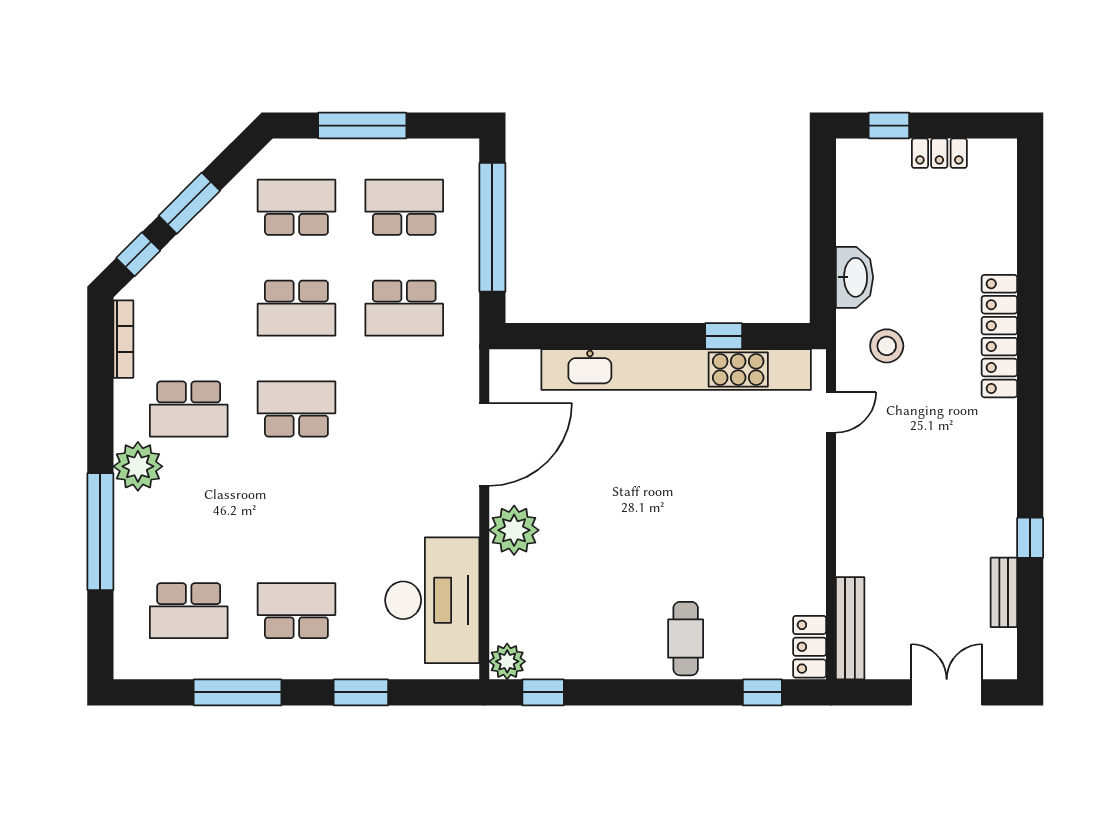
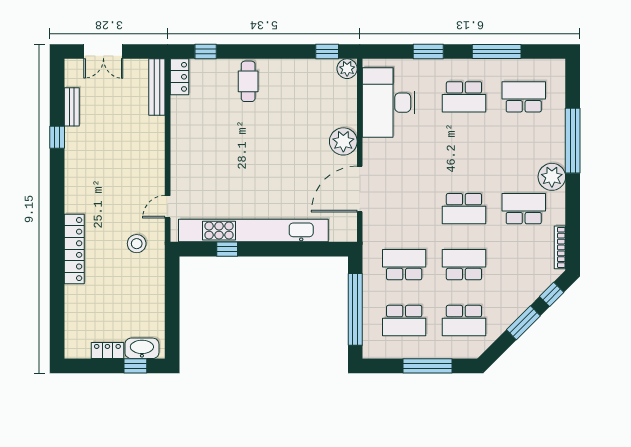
washbasin: (854, 277) -> (142, 348), moved, turned 90

